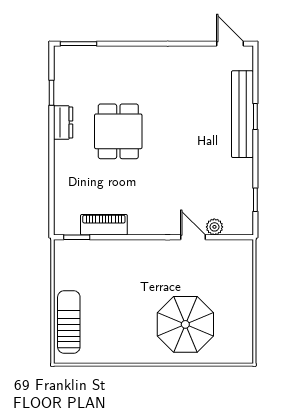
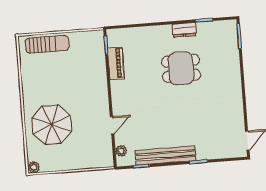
bench: (242, 114) -> (166, 155), moved
plant: (214, 227) -> (121, 151), moved
plant: (245, 355) -> (34, 167), added

